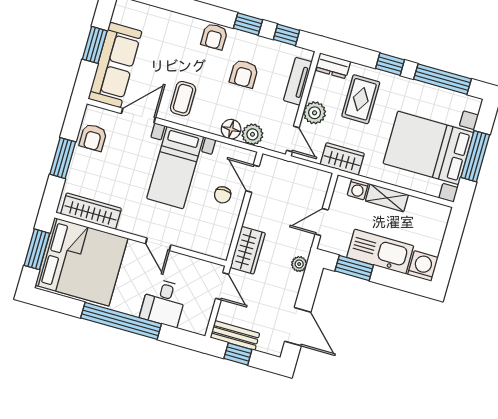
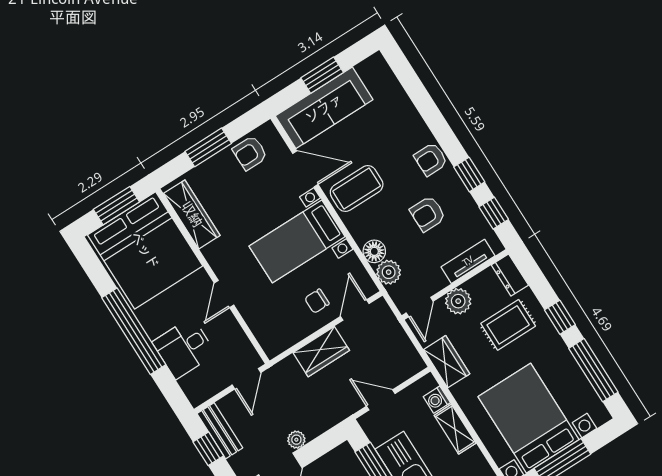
coffee table: (183, 99) -> (357, 189), width x1.36, depth x1.30
wardrobe: (248, 250) -> (321, 352), moved
plant: (299, 264) -> (296, 440), moved

